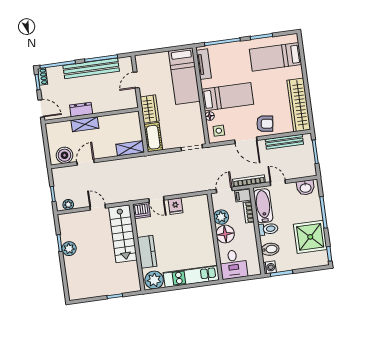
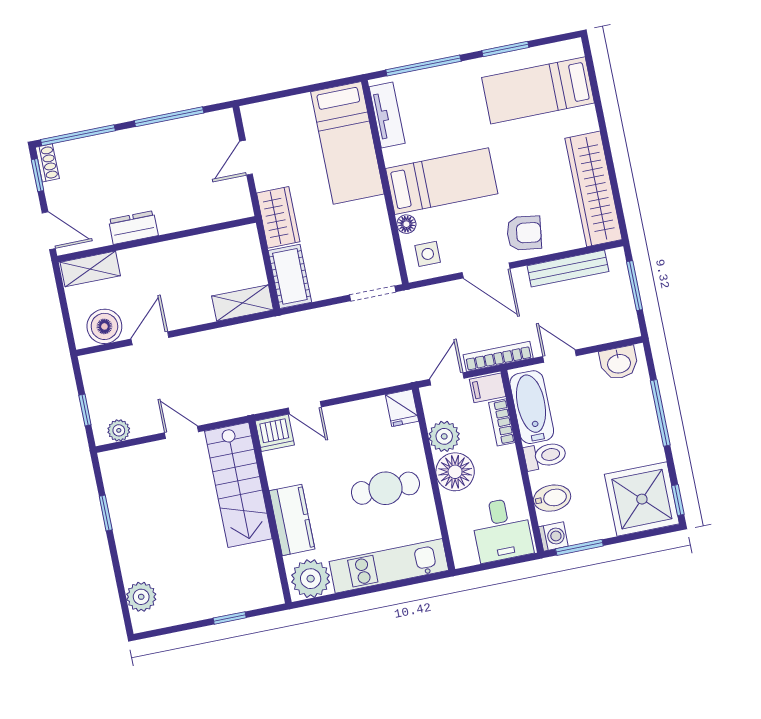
bench: (91, 68) -> (149, 139), removed
shelving: (85, 124) -> (90, 269), moved
fridge: (175, 206) -> (402, 408), moved
shower: (310, 237) -> (642, 499), moved
cafe table: (192, 240) -> (385, 488), added
plant: (69, 249) -> (141, 597), moved
desk: (233, 264) -> (502, 530), moved

